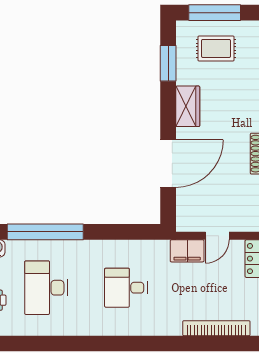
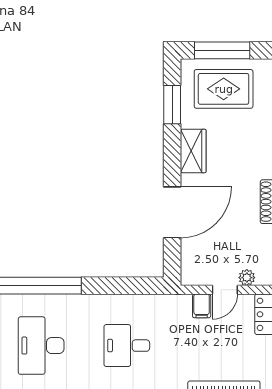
rug: (216, 48) -> (224, 89), width x1.36, depth x1.43
plant: (238, 224) -> (247, 278), added
filing cabinet: (187, 251) -> (202, 306), width x0.50

